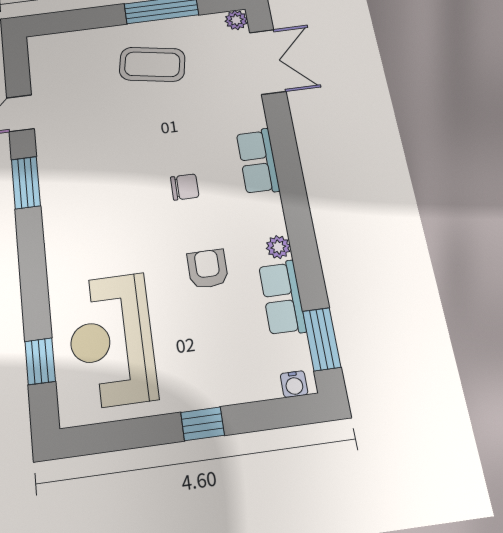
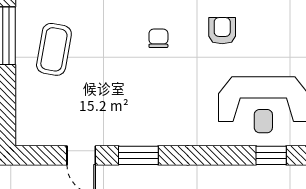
armchair: (208, 269) -> (222, 31), turned 90

